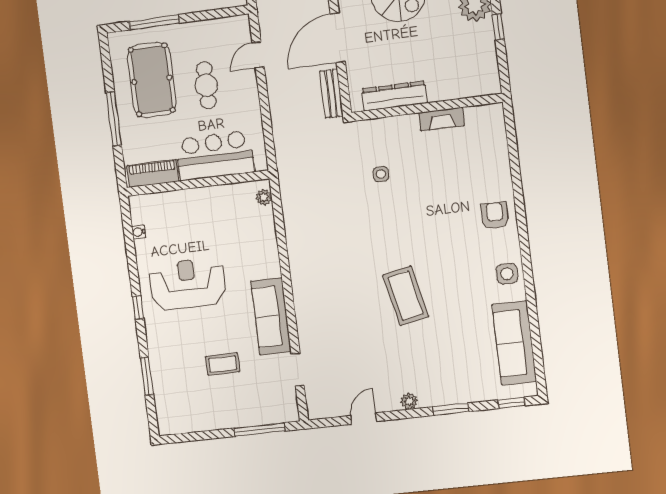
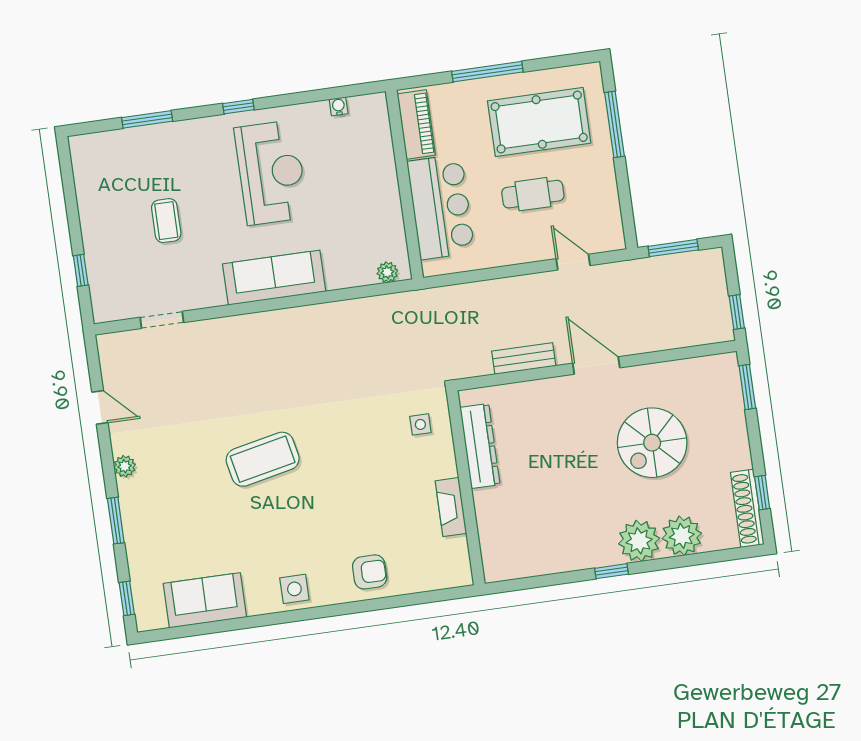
door: (338, 38) -> (596, 365), width x0.73
dresser: (394, 96) -> (480, 446), moved
wall: (427, 107) -> (466, 488), moved
fireplace: (442, 119) -> (451, 507), moved
sofa: (271, 316) -> (274, 278), moved
sofa: (514, 343) -> (205, 600), width x0.73
window: (259, 430) -> (81, 270), width x0.46

